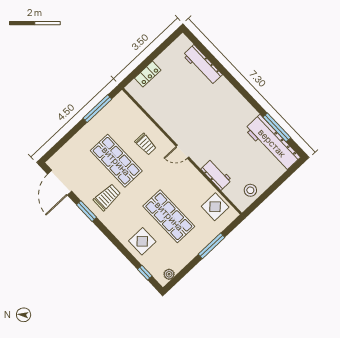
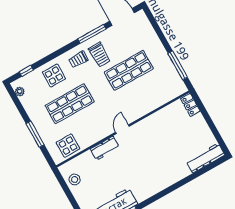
workbench: (203, 65) -> (205, 158), moved
locker: (148, 74) -> (190, 105), moved
trolley: (146, 144) -> (78, 59), moved
workbench: (216, 175) -> (105, 148), moved
window: (86, 211) -> (92, 34), width x1.44

